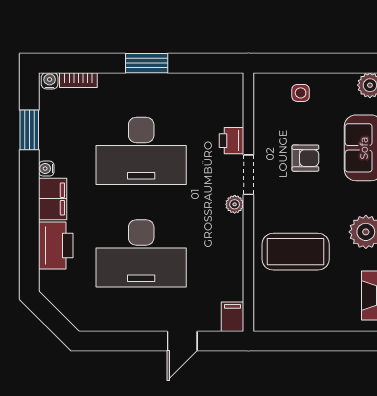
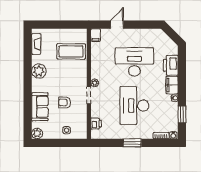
printer: (232, 141) -> (96, 124), moved
desk: (141, 151) -> (134, 106), turned -90
coffee table: (296, 252) -> (71, 51), moved

